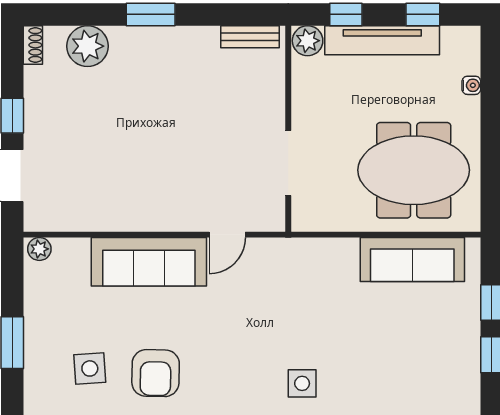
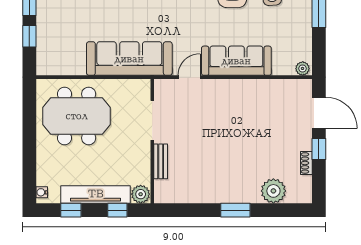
bench: (250, 37) -> (161, 161), moved, turned 90
shoe rack: (33, 45) -> (306, 163), moved
water cooler: (471, 85) -> (42, 192), moved
sofa: (412, 260) -> (129, 59), moved, width x1.36, depth x1.27

